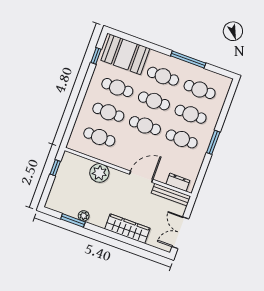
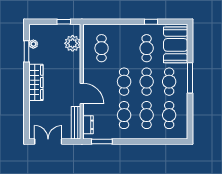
window: (96, 56) -> (151, 22), moved
window: (188, 59) -> (190, 78), moved
cafe table: (108, 112) -> (124, 48), removed
window: (213, 142) -> (102, 141), moved
plant: (99, 173) -> (73, 43), moved
plant: (84, 216) -> (33, 44), moved
wardrobe: (127, 229) -> (36, 82), moved

